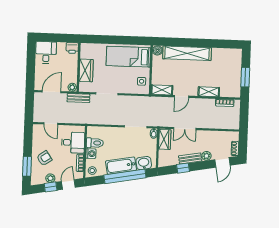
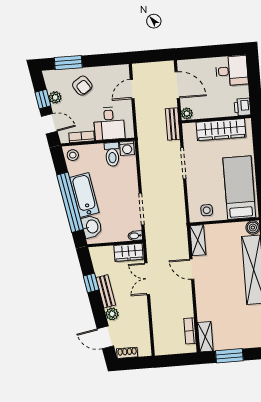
wardrobe: (86, 70) -> (221, 130), width x1.50
shelving: (209, 92) -> (205, 337), moved
washing machine: (91, 154) -> (127, 148), moved

